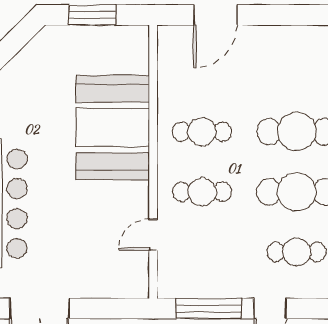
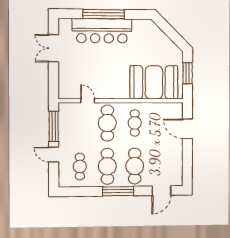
booth: (113, 127) -> (154, 82), moved
cafe table: (202, 192) -> (107, 123), width x1.37, depth x1.35

